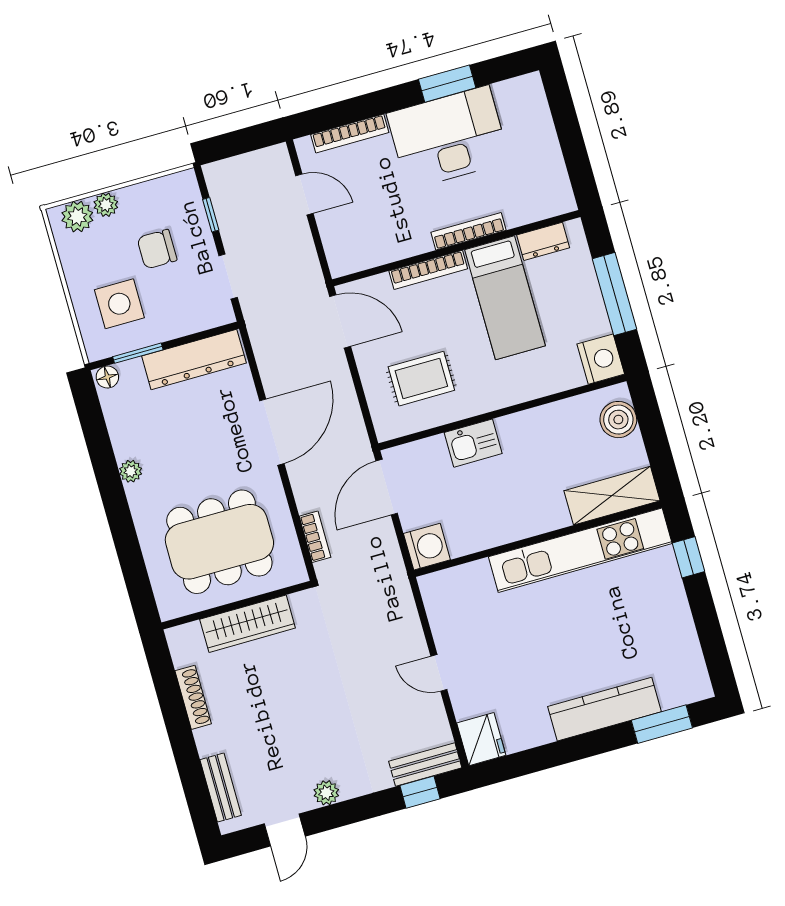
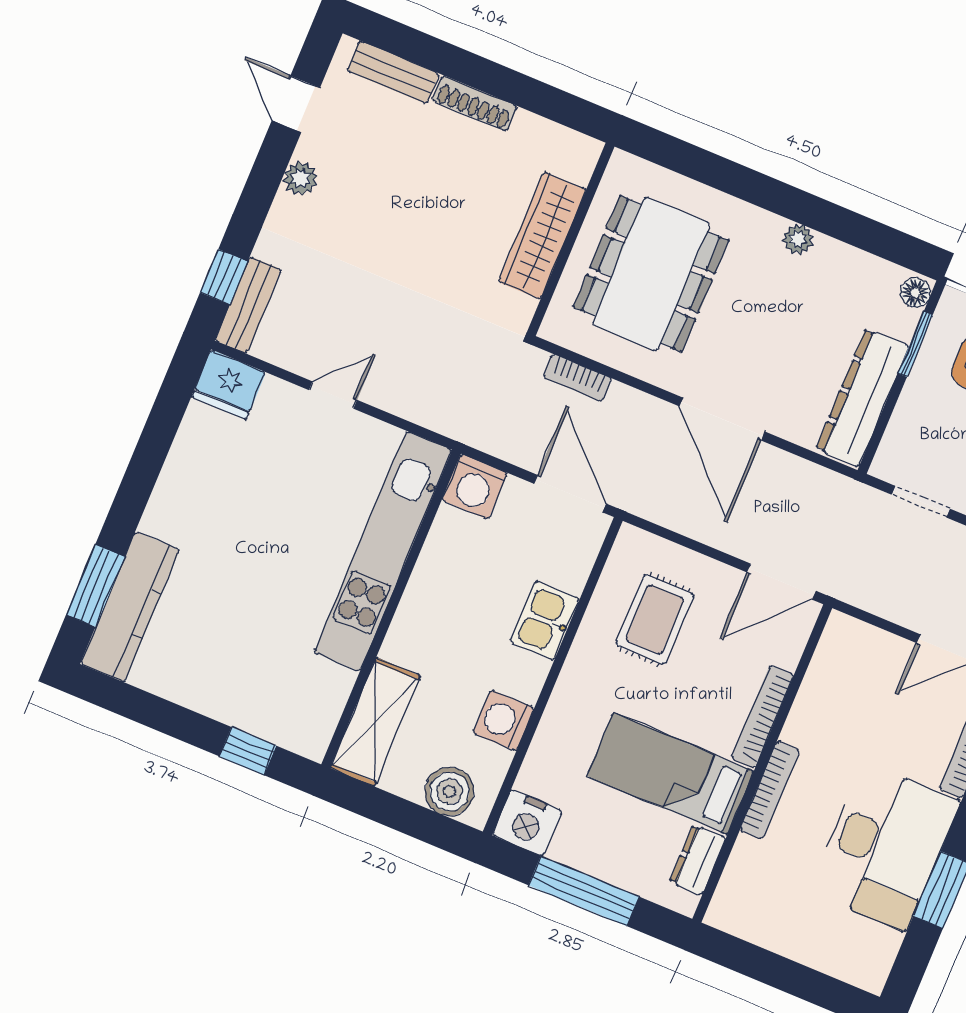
washing machine: (551, 421) -> (503, 721), added
kitchen unit: (580, 550) -> (383, 551), moved
shoe rack: (193, 697) -> (475, 103), moved
kitchen counter: (604, 709) -> (130, 607), moved

